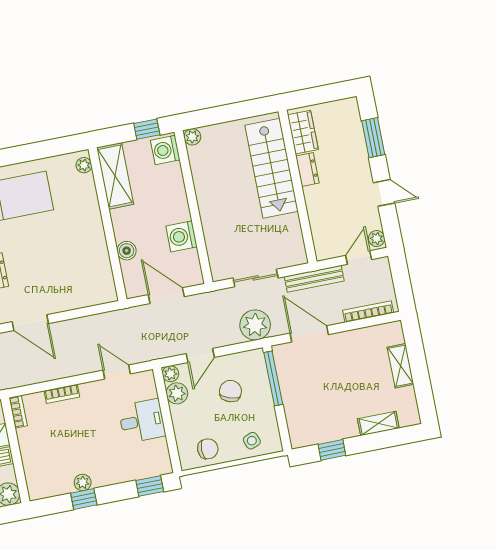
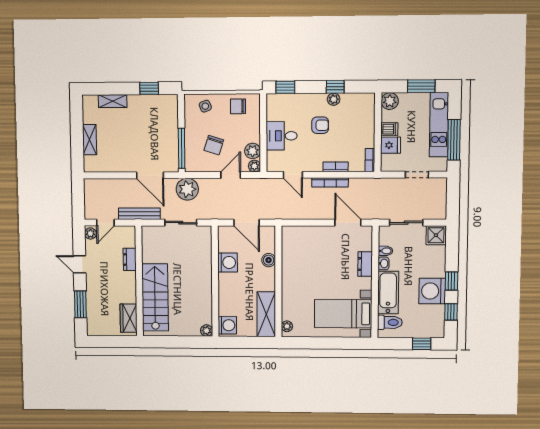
window: (147, 129) -> (237, 342), removed
dresser: (307, 169) -> (130, 259), moved
bookcase: (368, 312) -> (330, 182), moved
armchair: (93, 445) -> (320, 125), added

